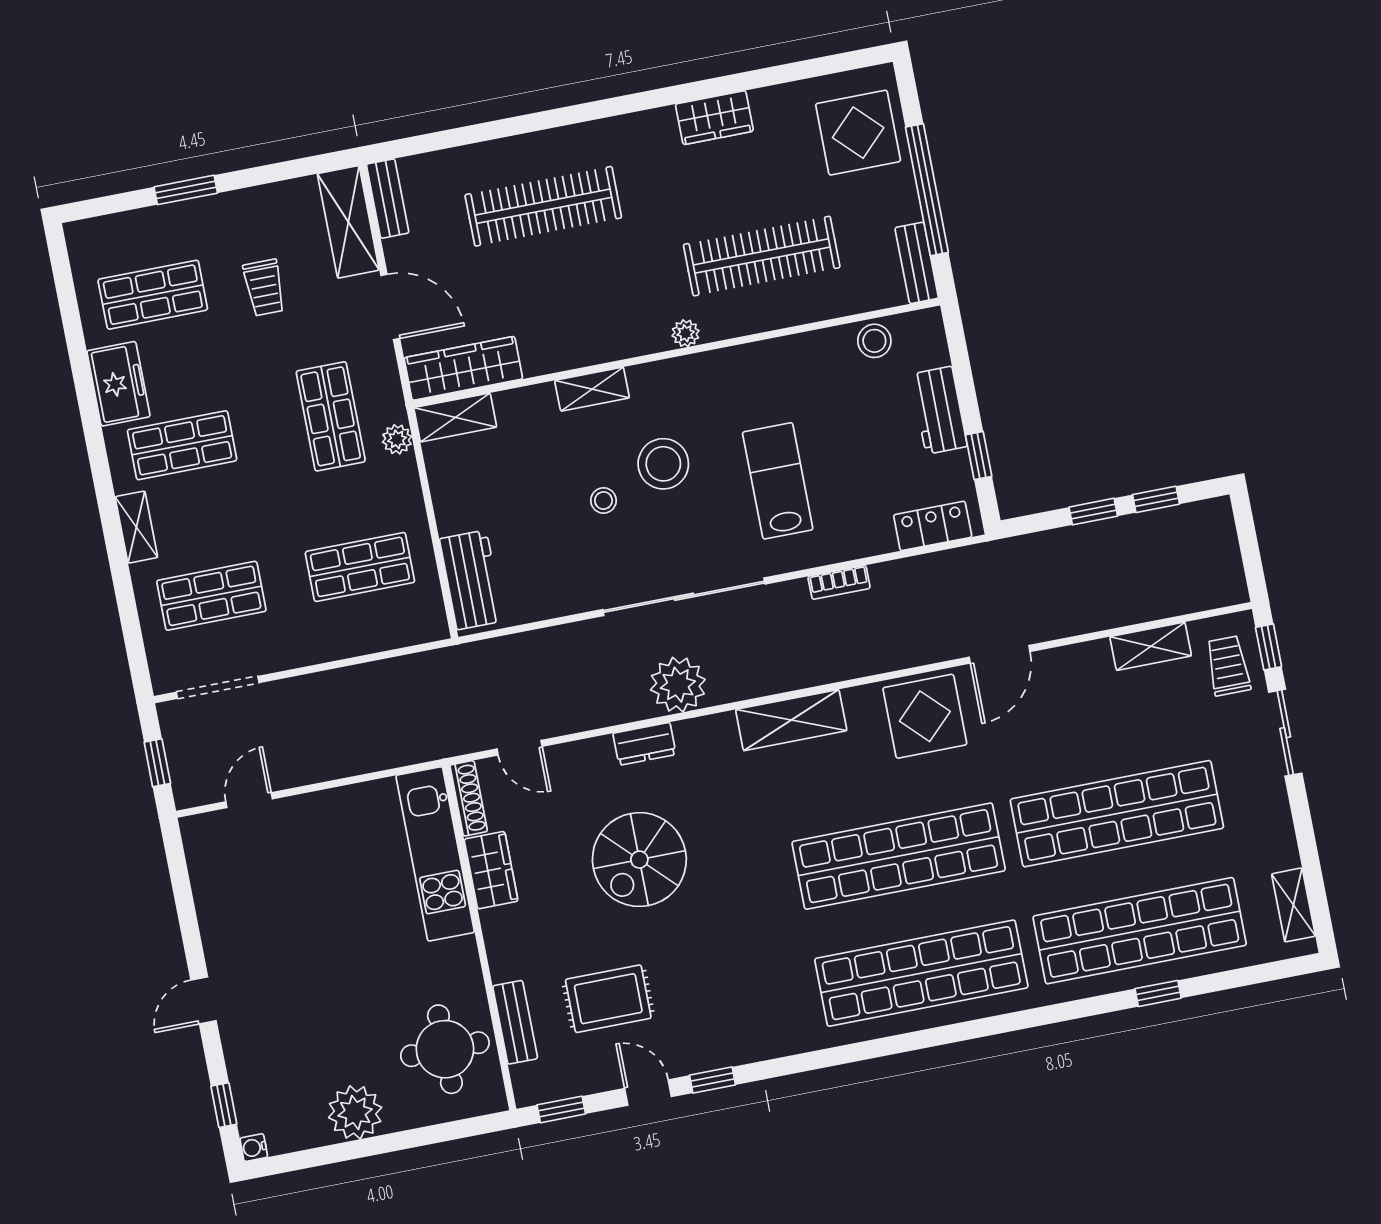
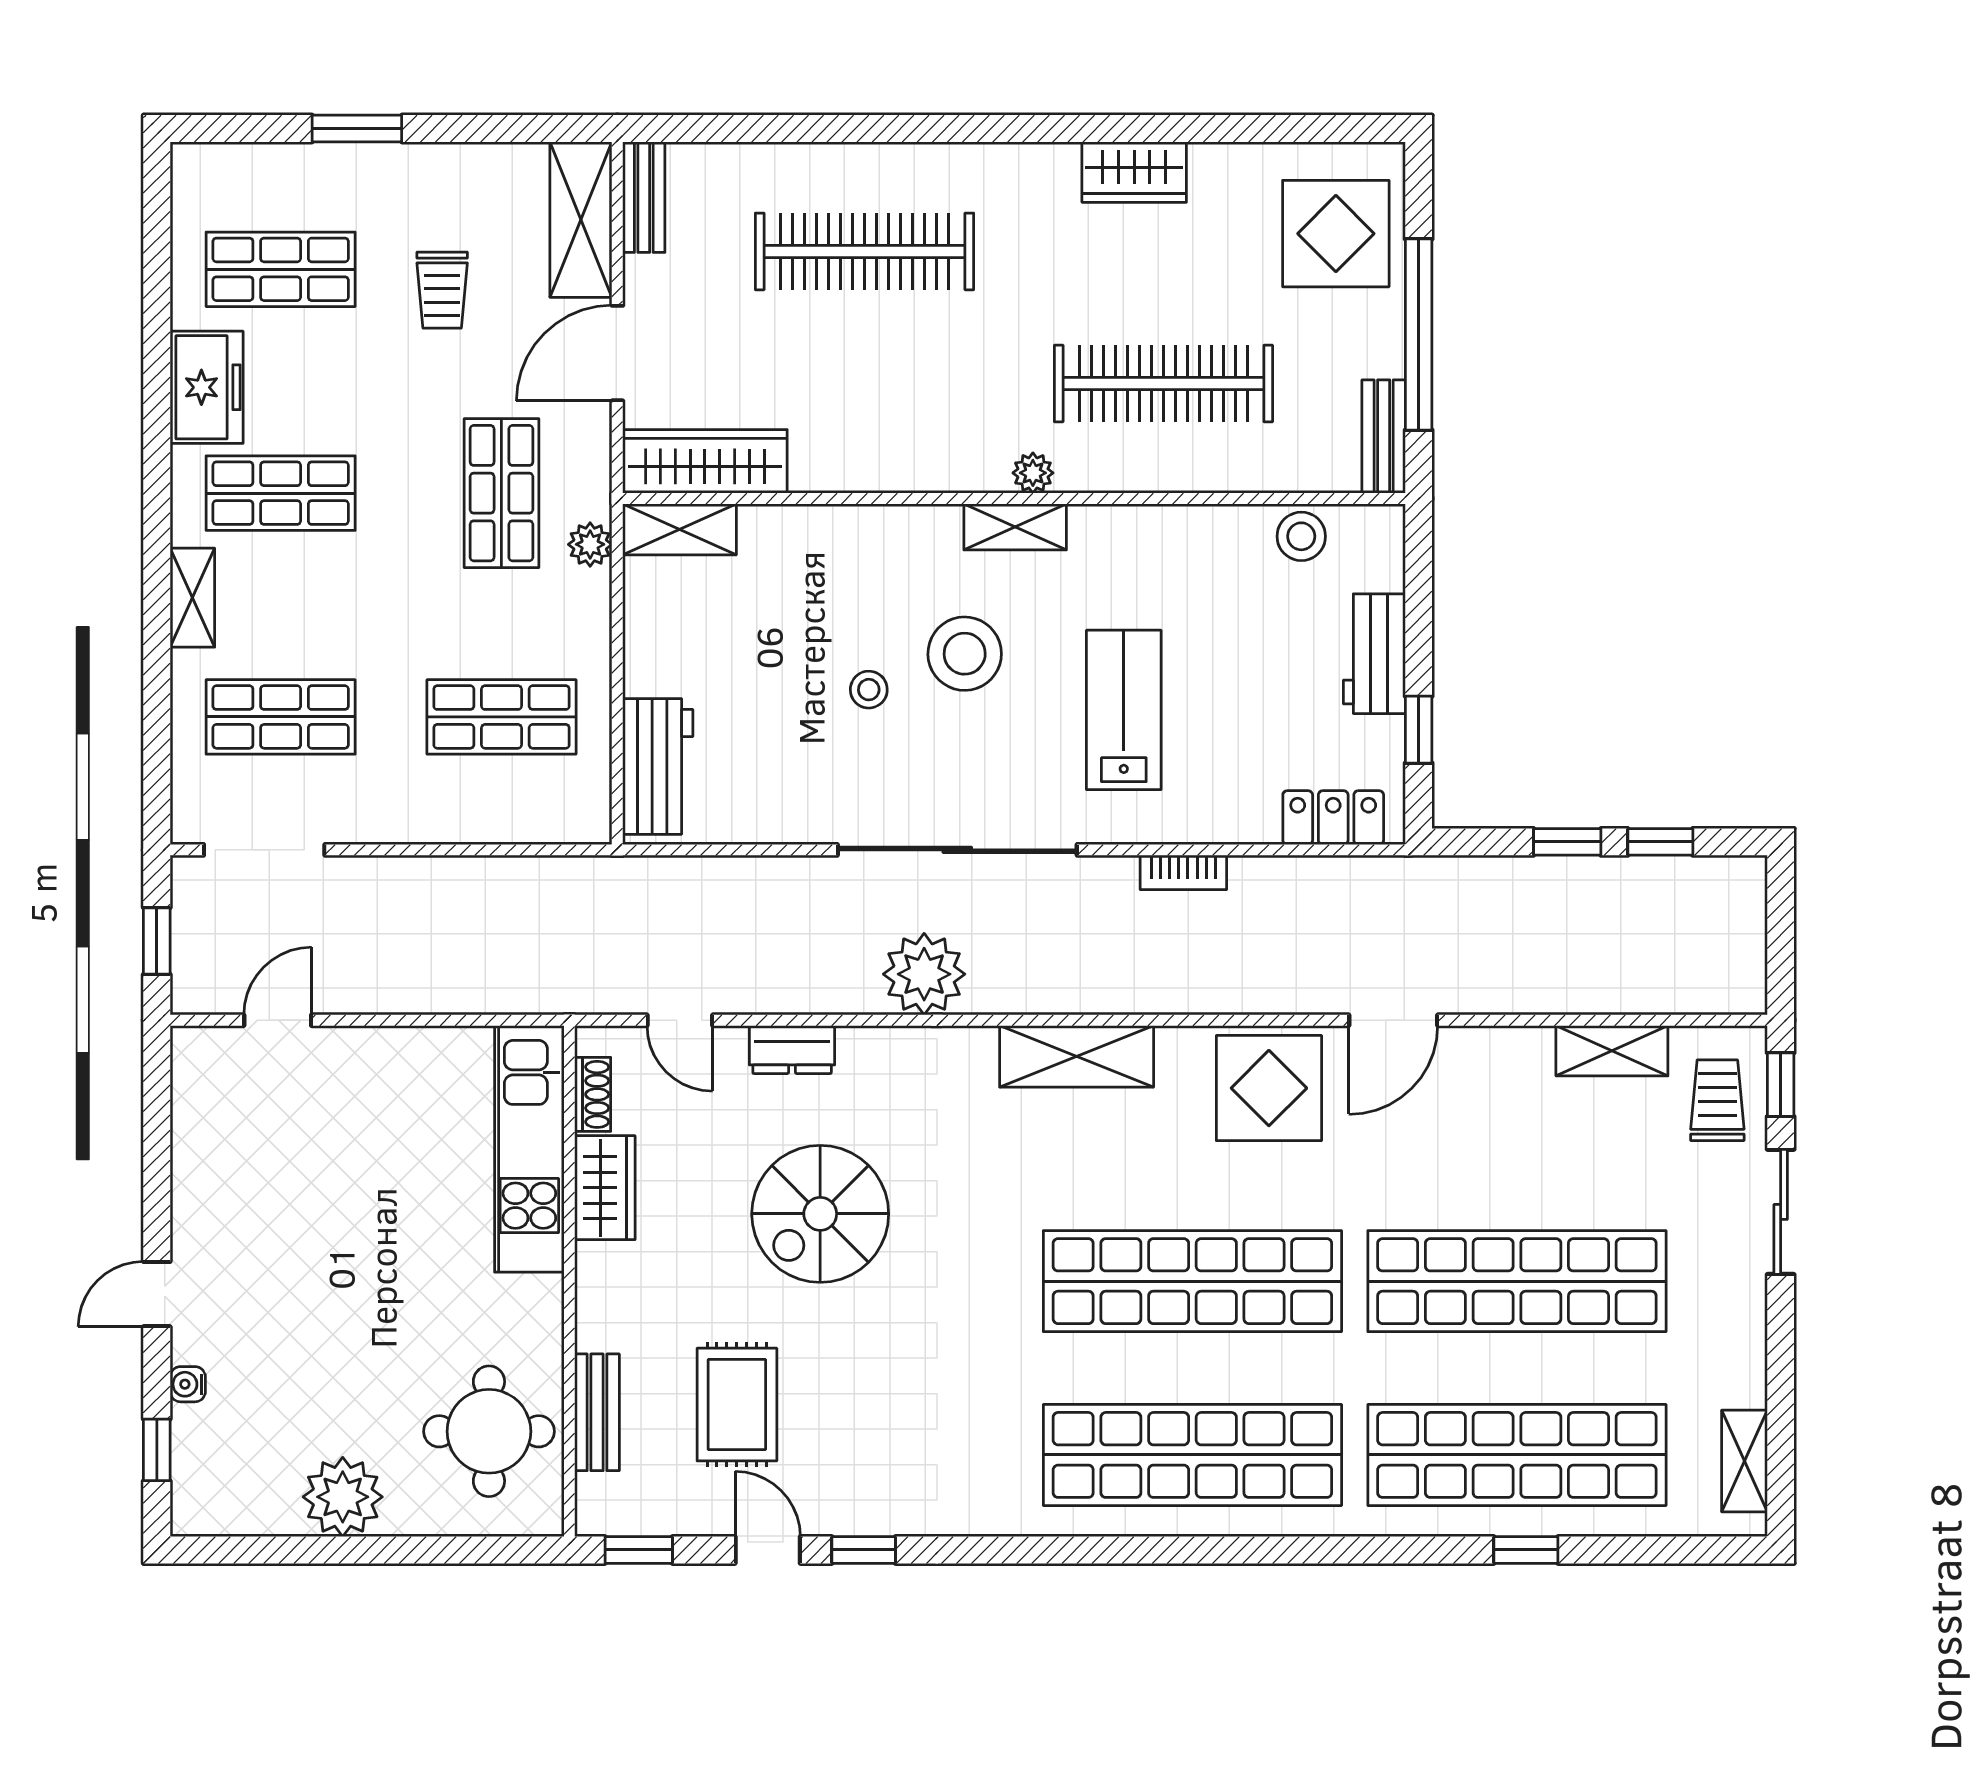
door: (390, 307) -> (617, 353), swing flipped
shelving: (592, 389) -> (1015, 527), moved
dresser: (644, 744) -> (792, 1050), moved
shoe rack: (469, 798) -> (593, 1094), width x0.70
rug: (608, 999) -> (737, 1405), turned 90
water cooler: (254, 1148) -> (188, 1384), moved

